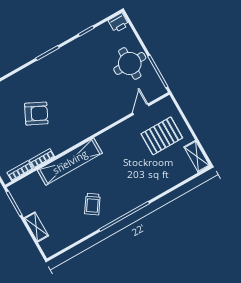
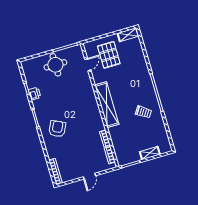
printer: (118, 23) -> (35, 94), moved
door: (141, 109) -> (88, 65), swing flipped
armchair: (36, 114) -> (57, 129), moved
shelving: (70, 162) -> (107, 105), moved

